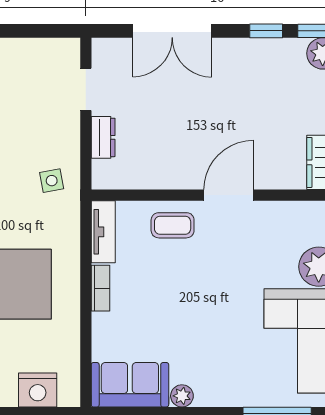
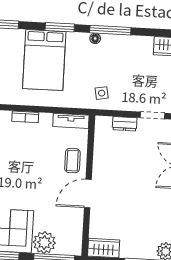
door: (229, 195) -> (88, 194), swing flipped
bookcase: (100, 288) -> (25, 117), moved

